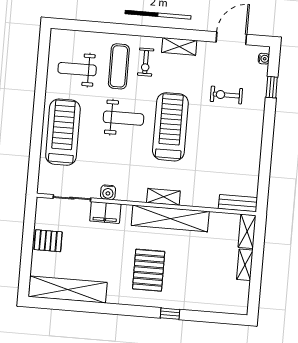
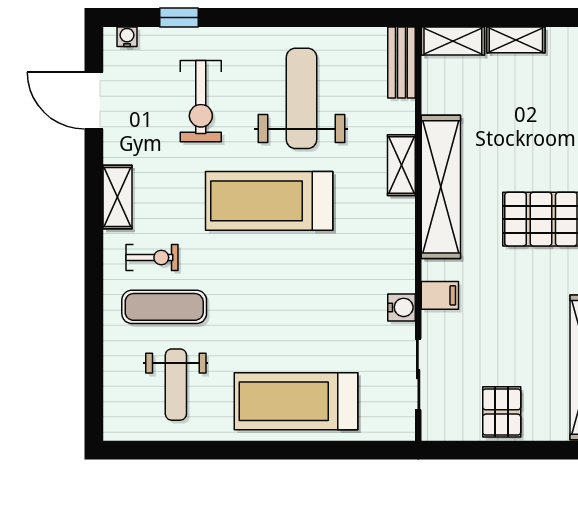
exercise bike: (226, 95) -> (201, 101), width x1.38, depth x1.39
weight bench: (123, 118) -> (301, 98), moved, width x1.36, depth x1.33
shelving: (163, 197) -> (401, 165), moved
filing cabinet: (105, 213) -> (440, 295), width x0.50

